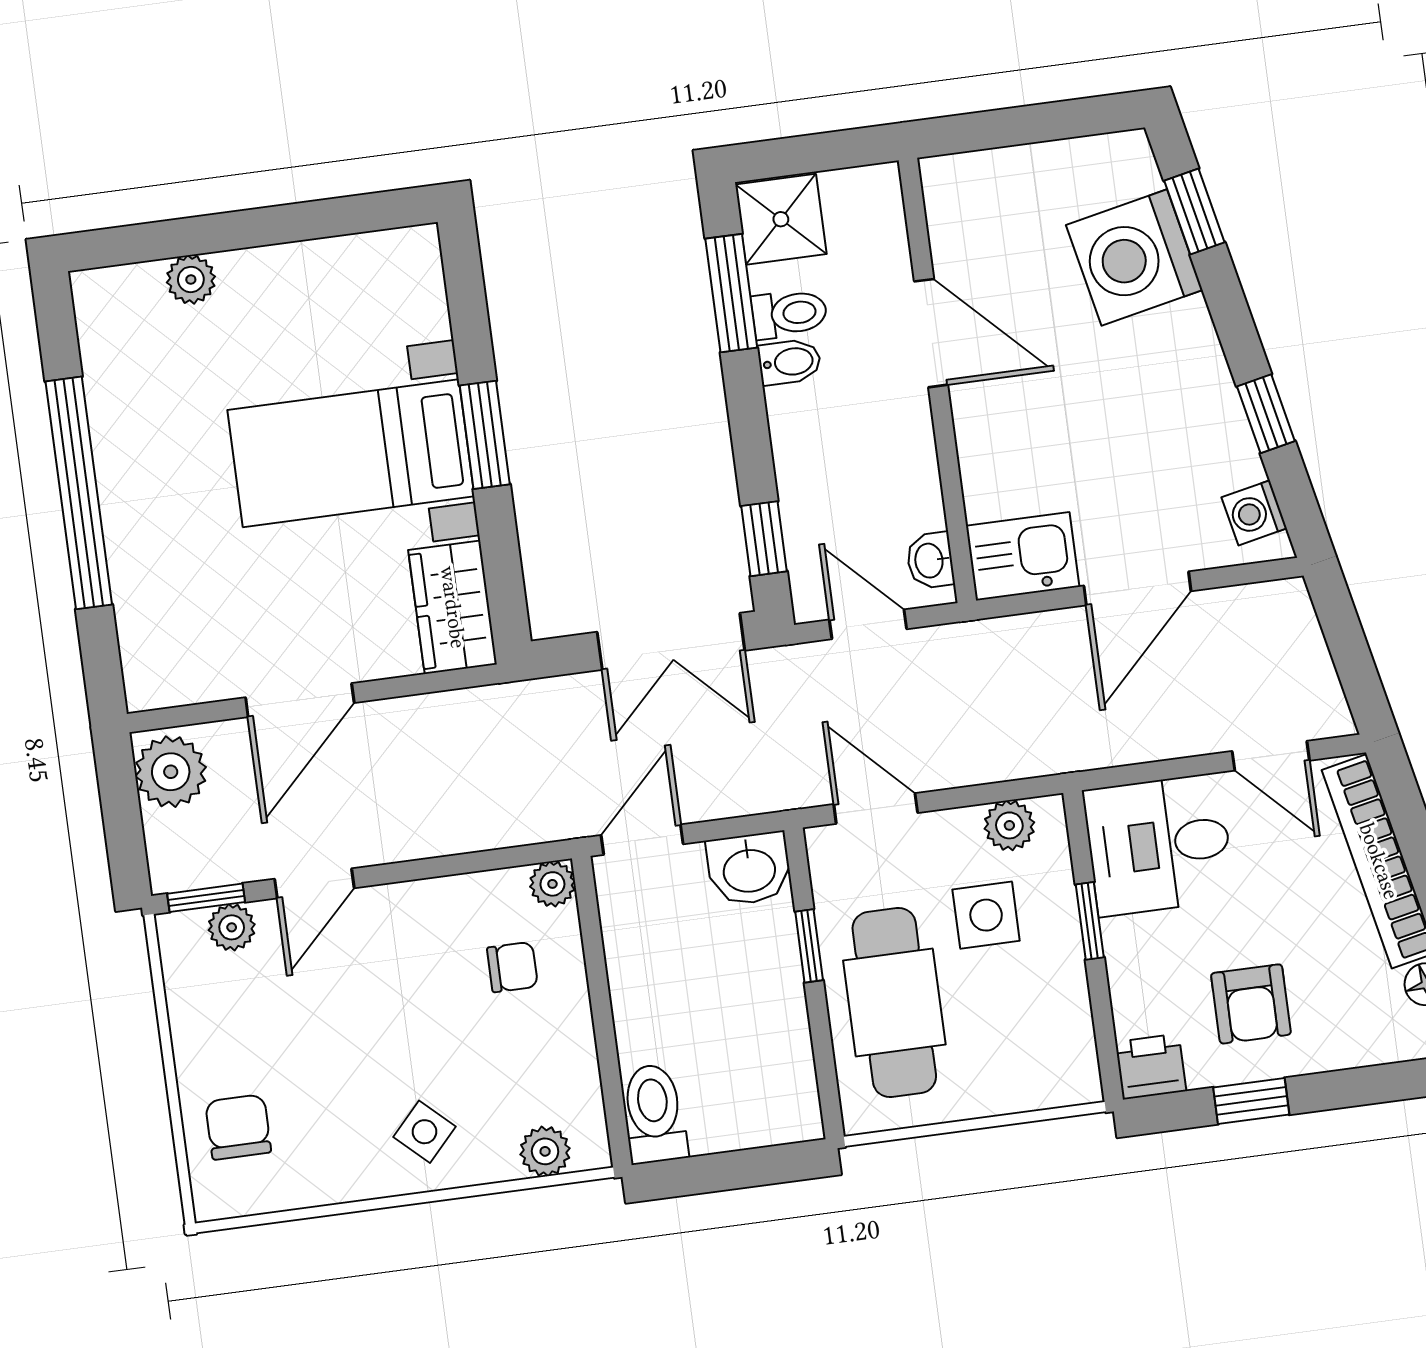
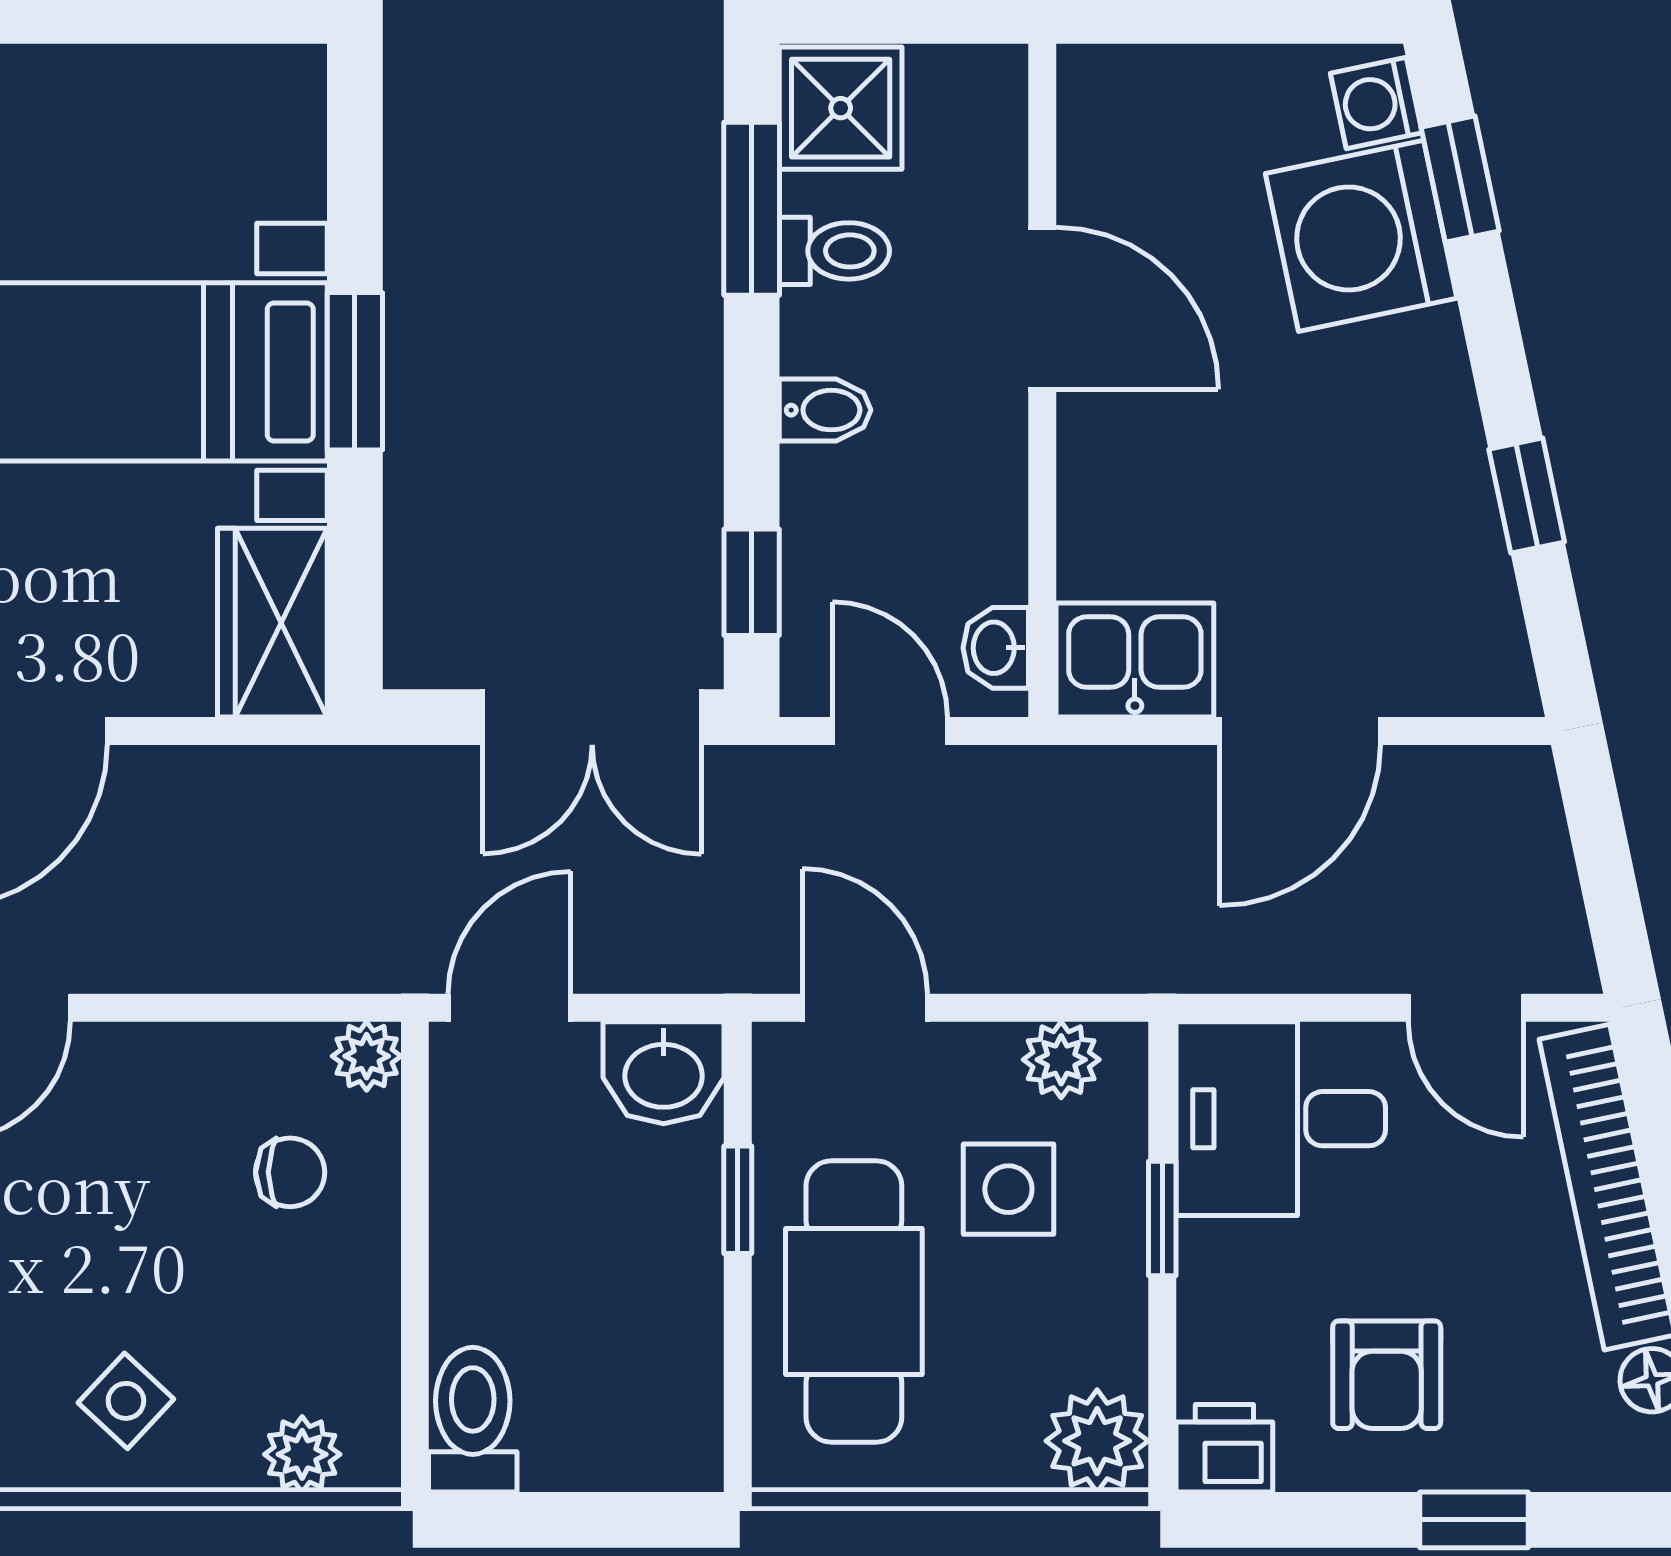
bidet: (790, 362) -> (825, 410), moved
washing machine: (1254, 513) -> (1376, 103), moved
plant: (1066, 1073) -> (1097, 1441), added
window: (1251, 1101) -> (1474, 1520), moved

